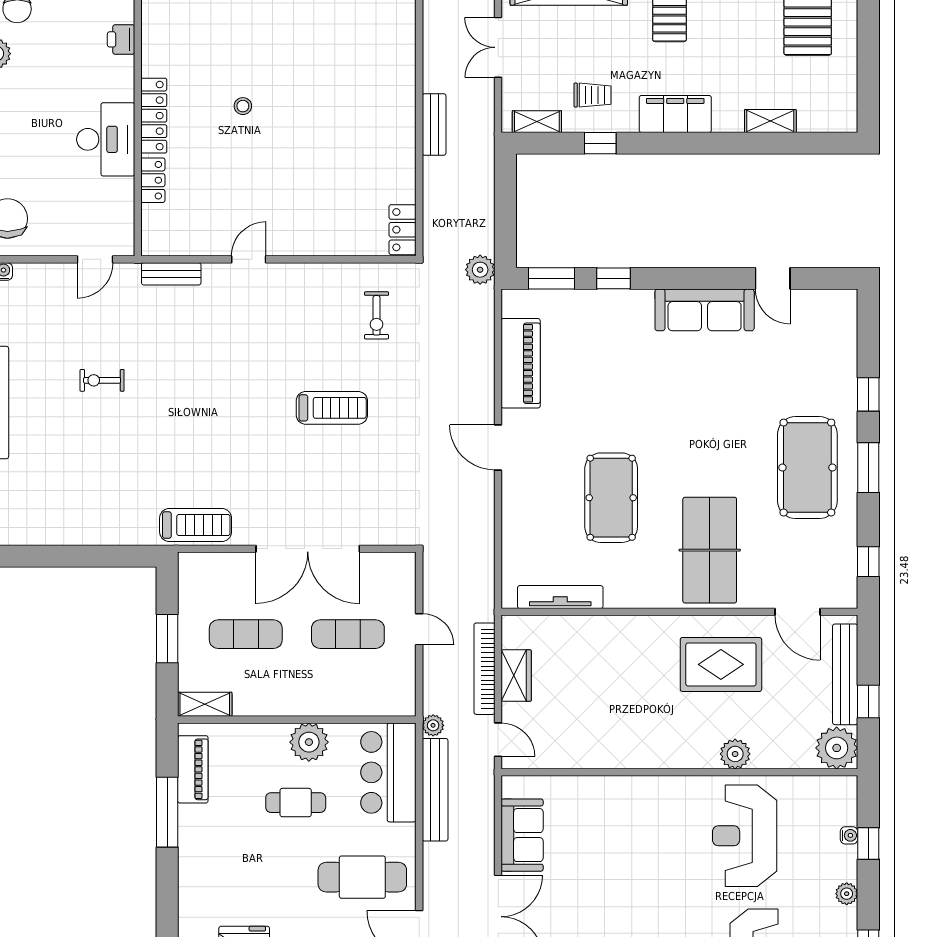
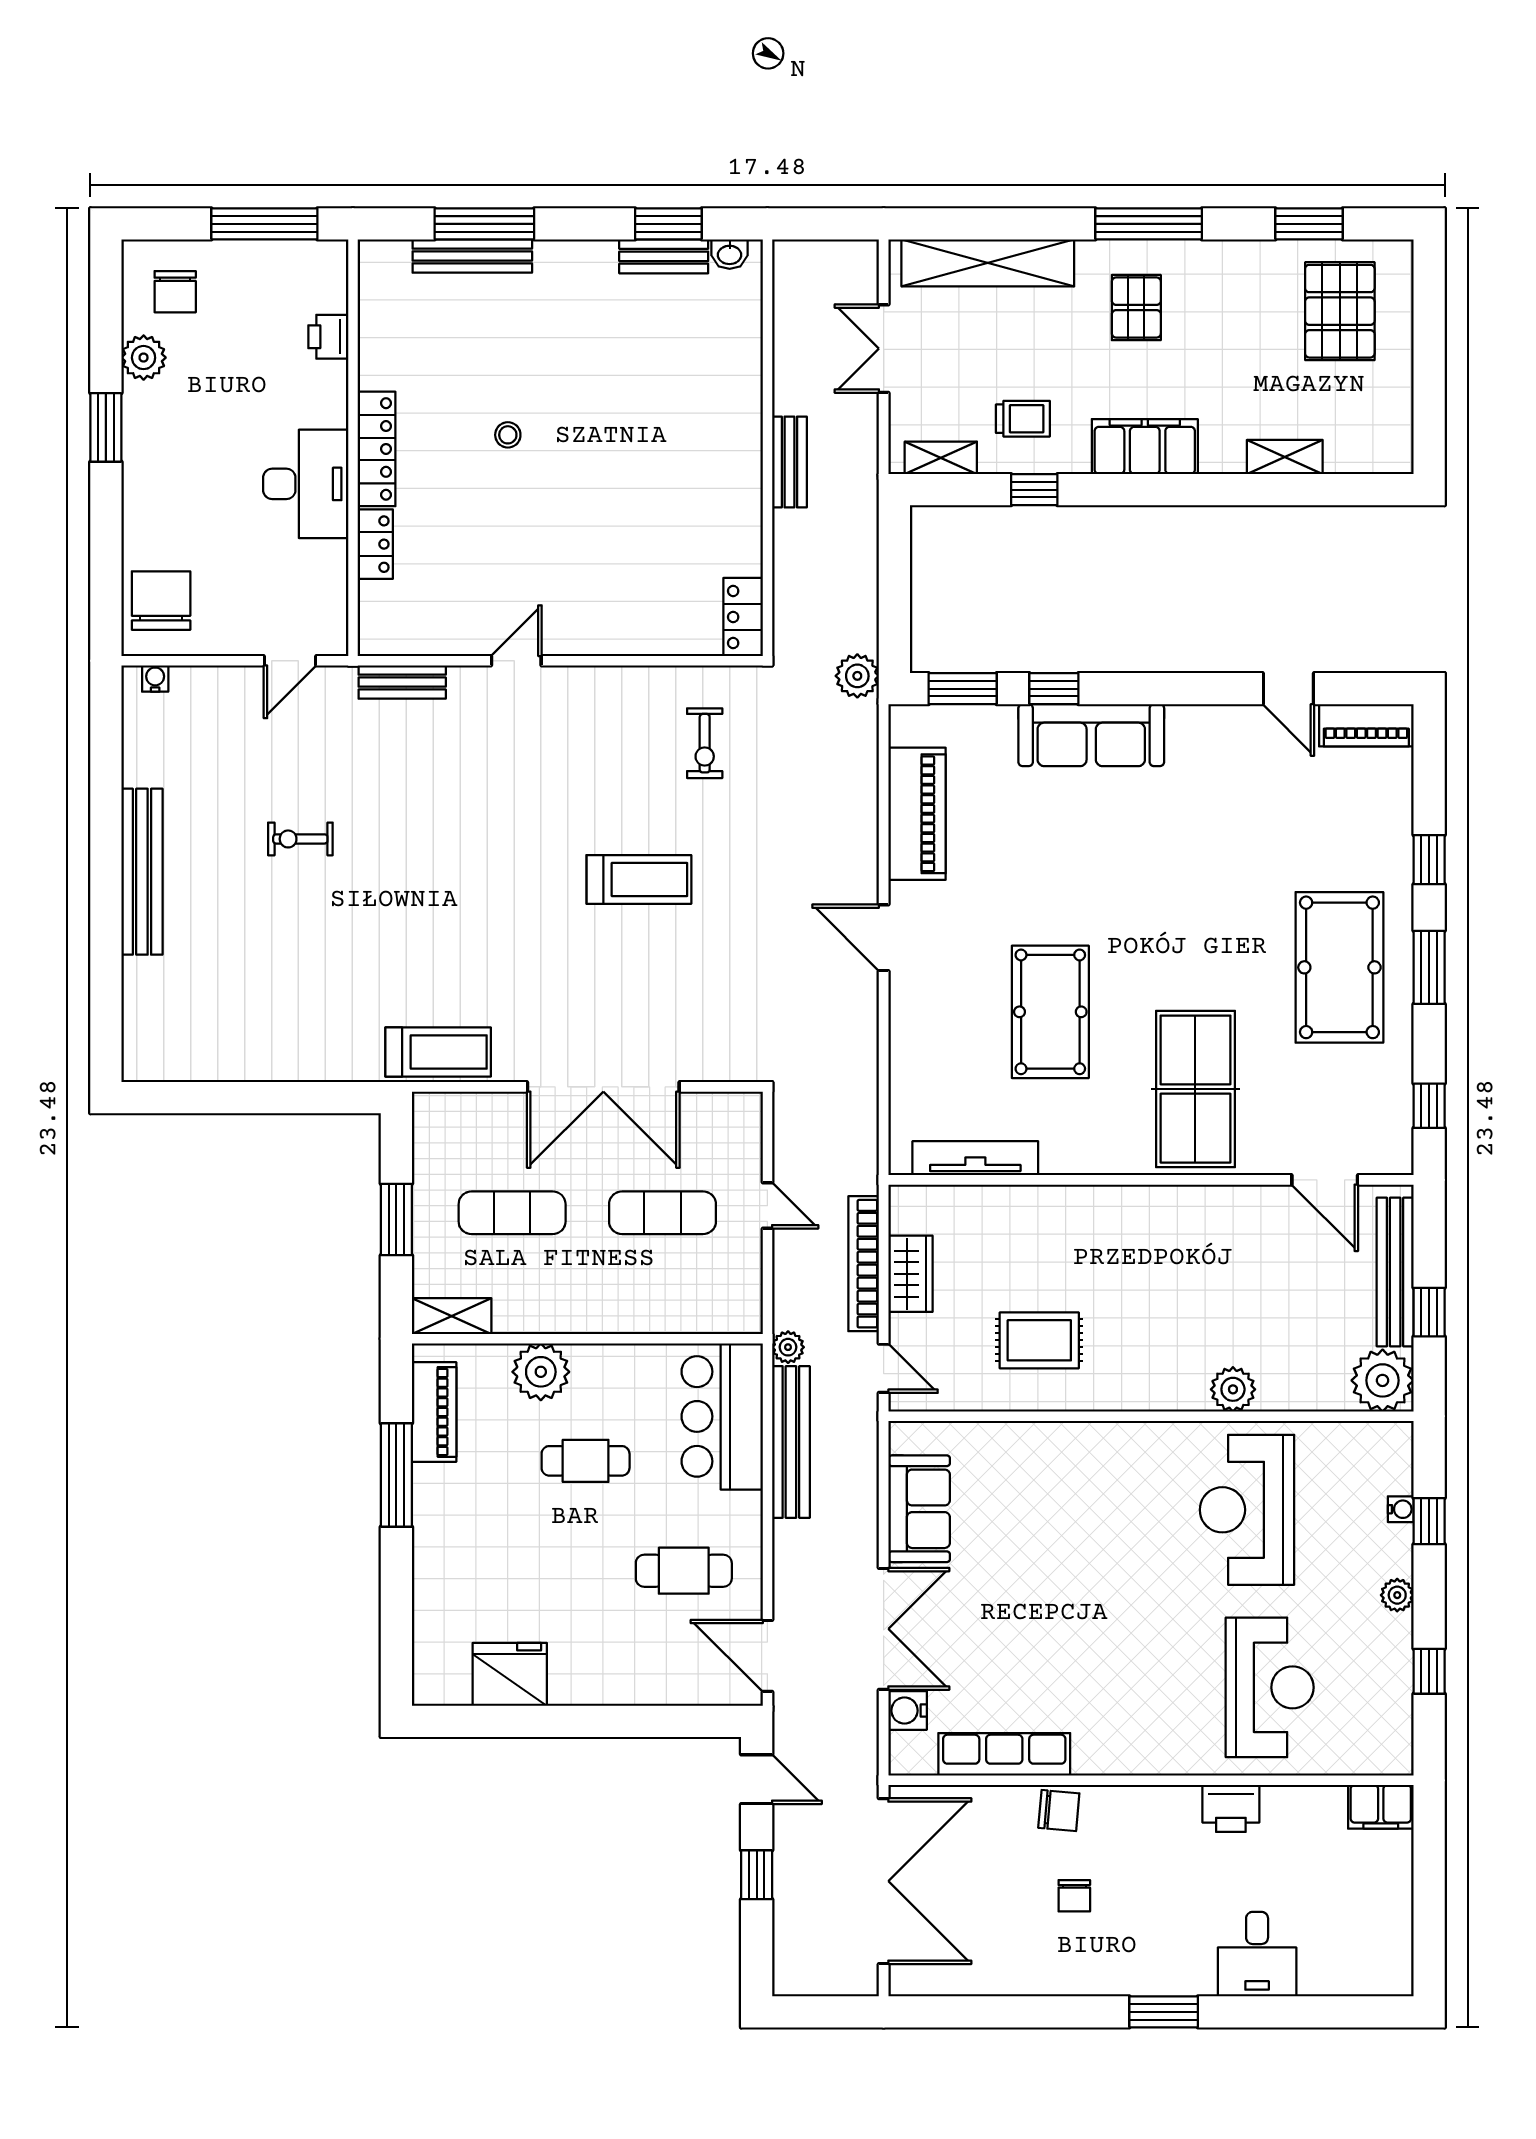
piano: (826, 303) -> (1366, 725), added
sofa: (705, 310) -> (1091, 735), moved
rug: (721, 664) -> (1039, 1340), moved, width x0.73, depth x0.70
plant: (309, 742) -> (541, 1372), moved
cafe table: (362, 877) -> (684, 1571), width x0.73, depth x0.74

